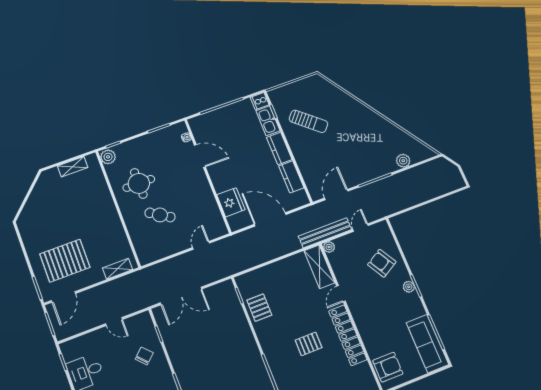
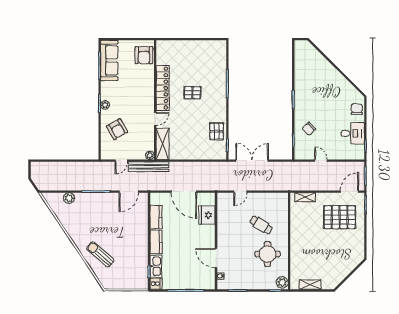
sun lounger: (308, 121) -> (100, 254), moved
double door: (181, 296) -> (252, 161), moved
armchair: (388, 367) -> (144, 55), turned -90

